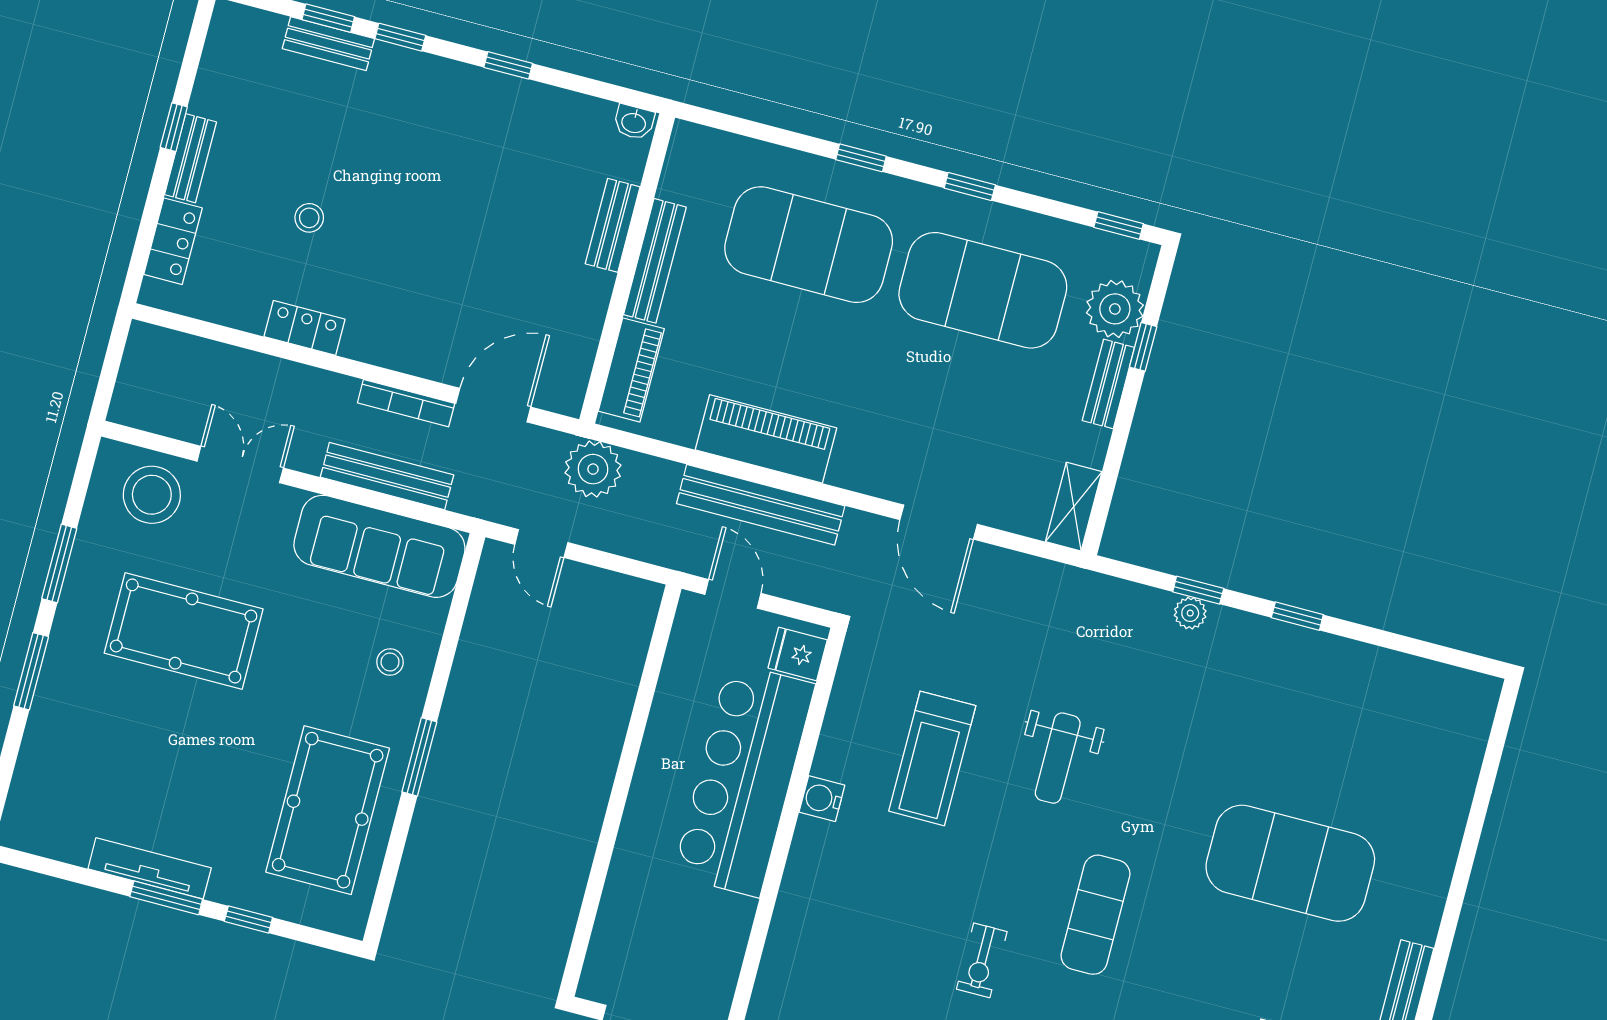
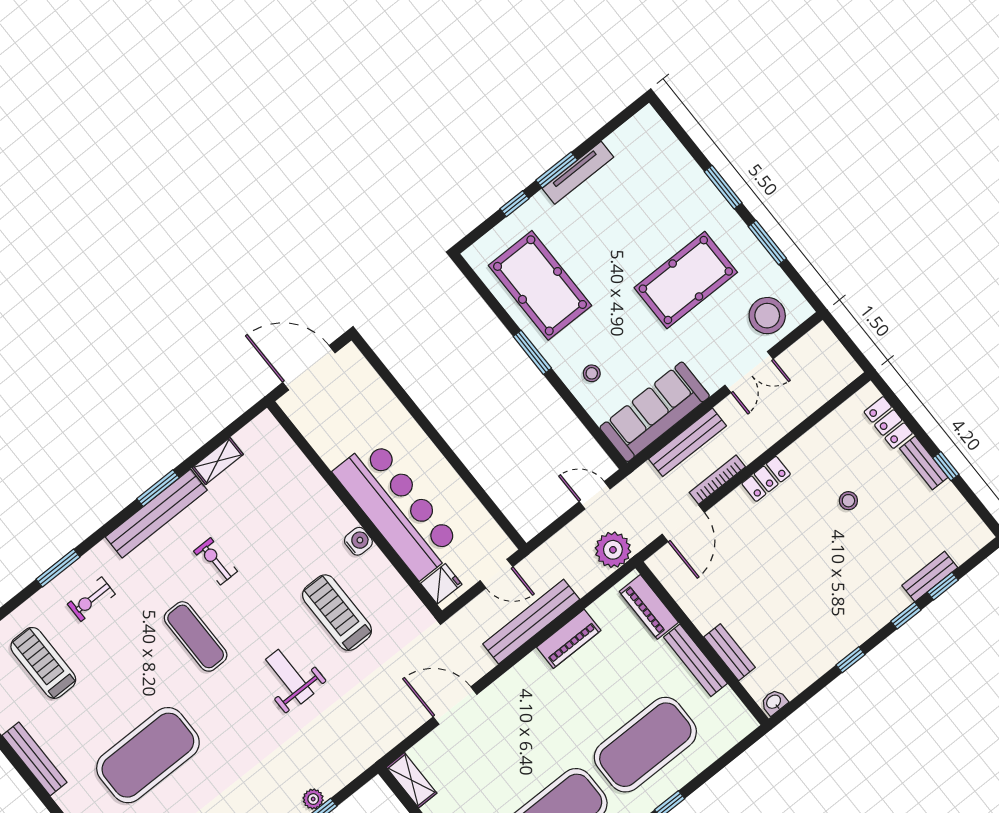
locker: (304, 328) -> (766, 479), moved
piano: (766, 439) -> (569, 639), width x0.73, depth x0.75

